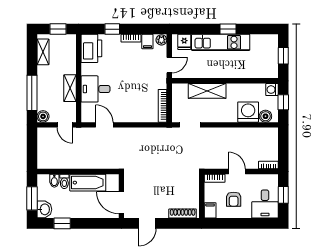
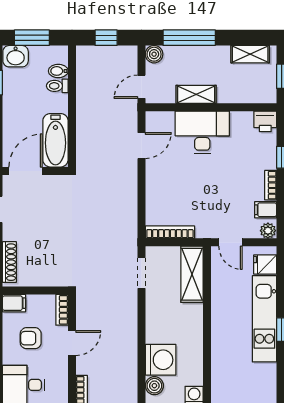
printer: (91, 48) -> (265, 121), width x0.53, depth x0.68
desk: (95, 89) -> (202, 132), width x1.37
shelving: (207, 91) -> (192, 274), moved
window: (32, 149) -> (106, 38), added
bathtub: (88, 183) -> (55, 140), moved

